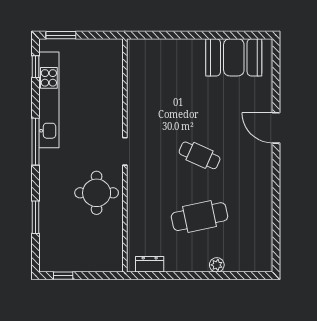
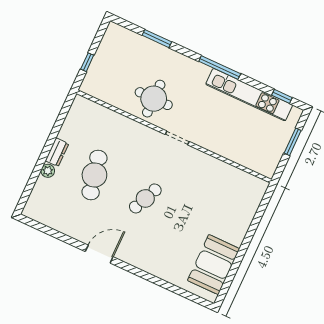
window: (61, 35) -> (293, 142), moved
door: (276, 128) -> (99, 254), moved
dresser: (150, 264) -> (57, 152), moved
window: (63, 276) -> (87, 62), moved

